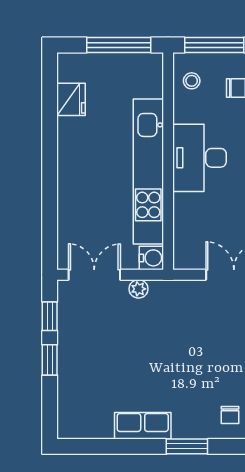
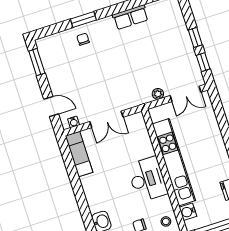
water cooler: (151, 258) -> (188, 212), moved
window: (187, 446) -> (83, 19), moved

